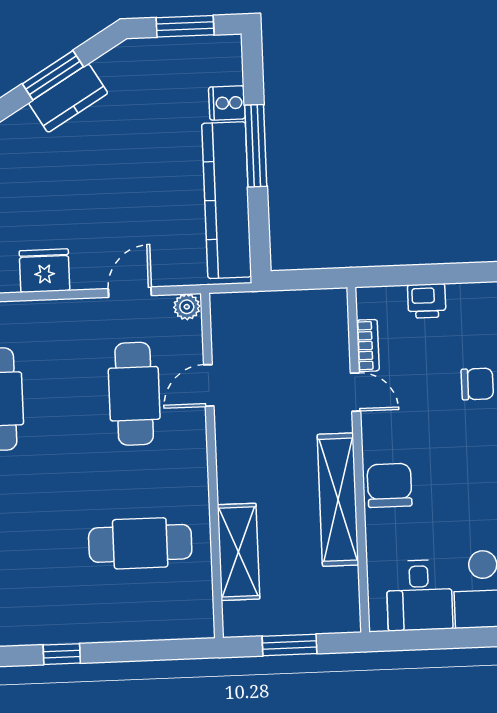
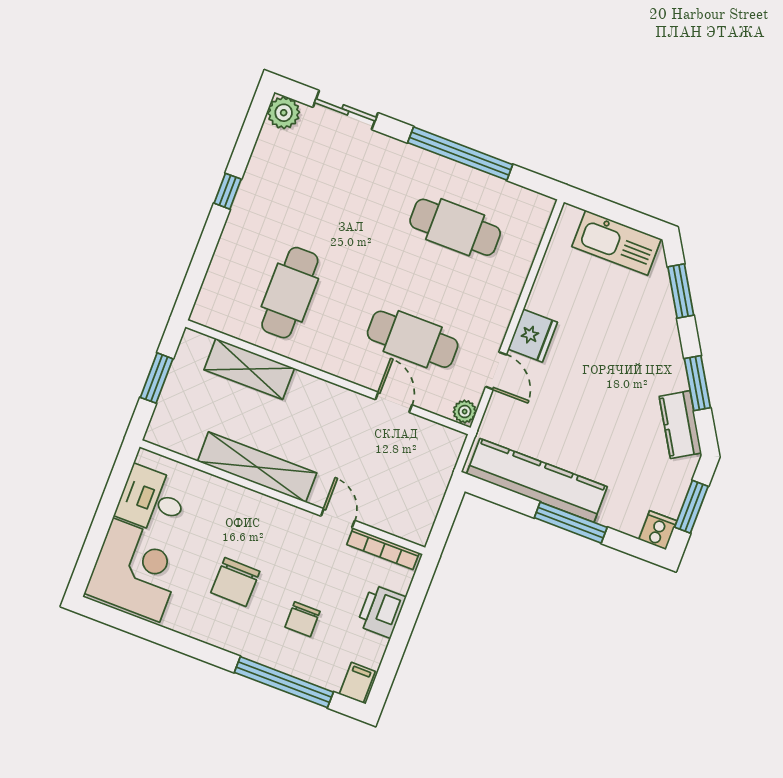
kitchen counter: (68, 98) -> (680, 425), moved
cooker: (227, 103) -> (658, 530), moved
fridge: (44, 271) -> (533, 336), moved
printer: (427, 301) -> (381, 611), width x1.36, depth x1.24
bookcase: (368, 346) -> (383, 549), width x1.56
door: (356, 392) -> (338, 518), swing flipped
chair: (389, 485) -> (235, 582), moved, turned 91

